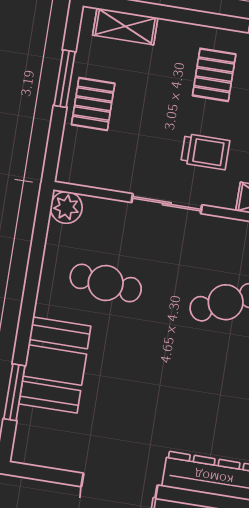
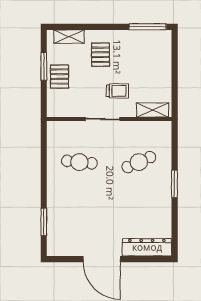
pallet: (214, 75) -> (100, 55), moved
plant: (66, 207) -> (55, 129), removed
booth: (55, 365) -> (61, 206), removed

